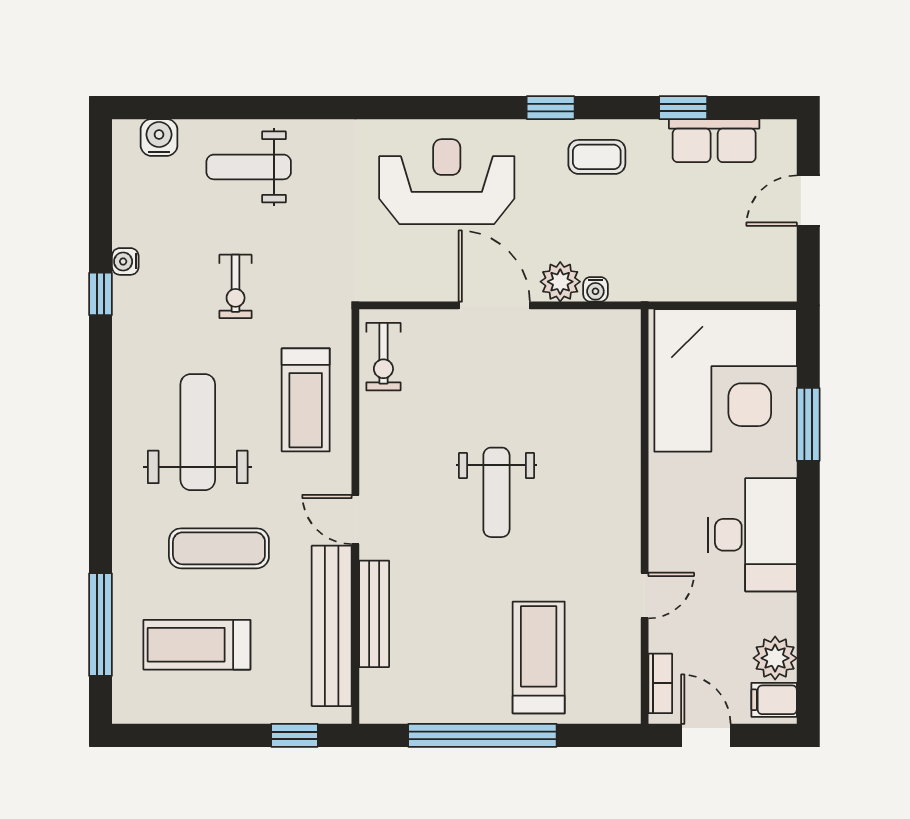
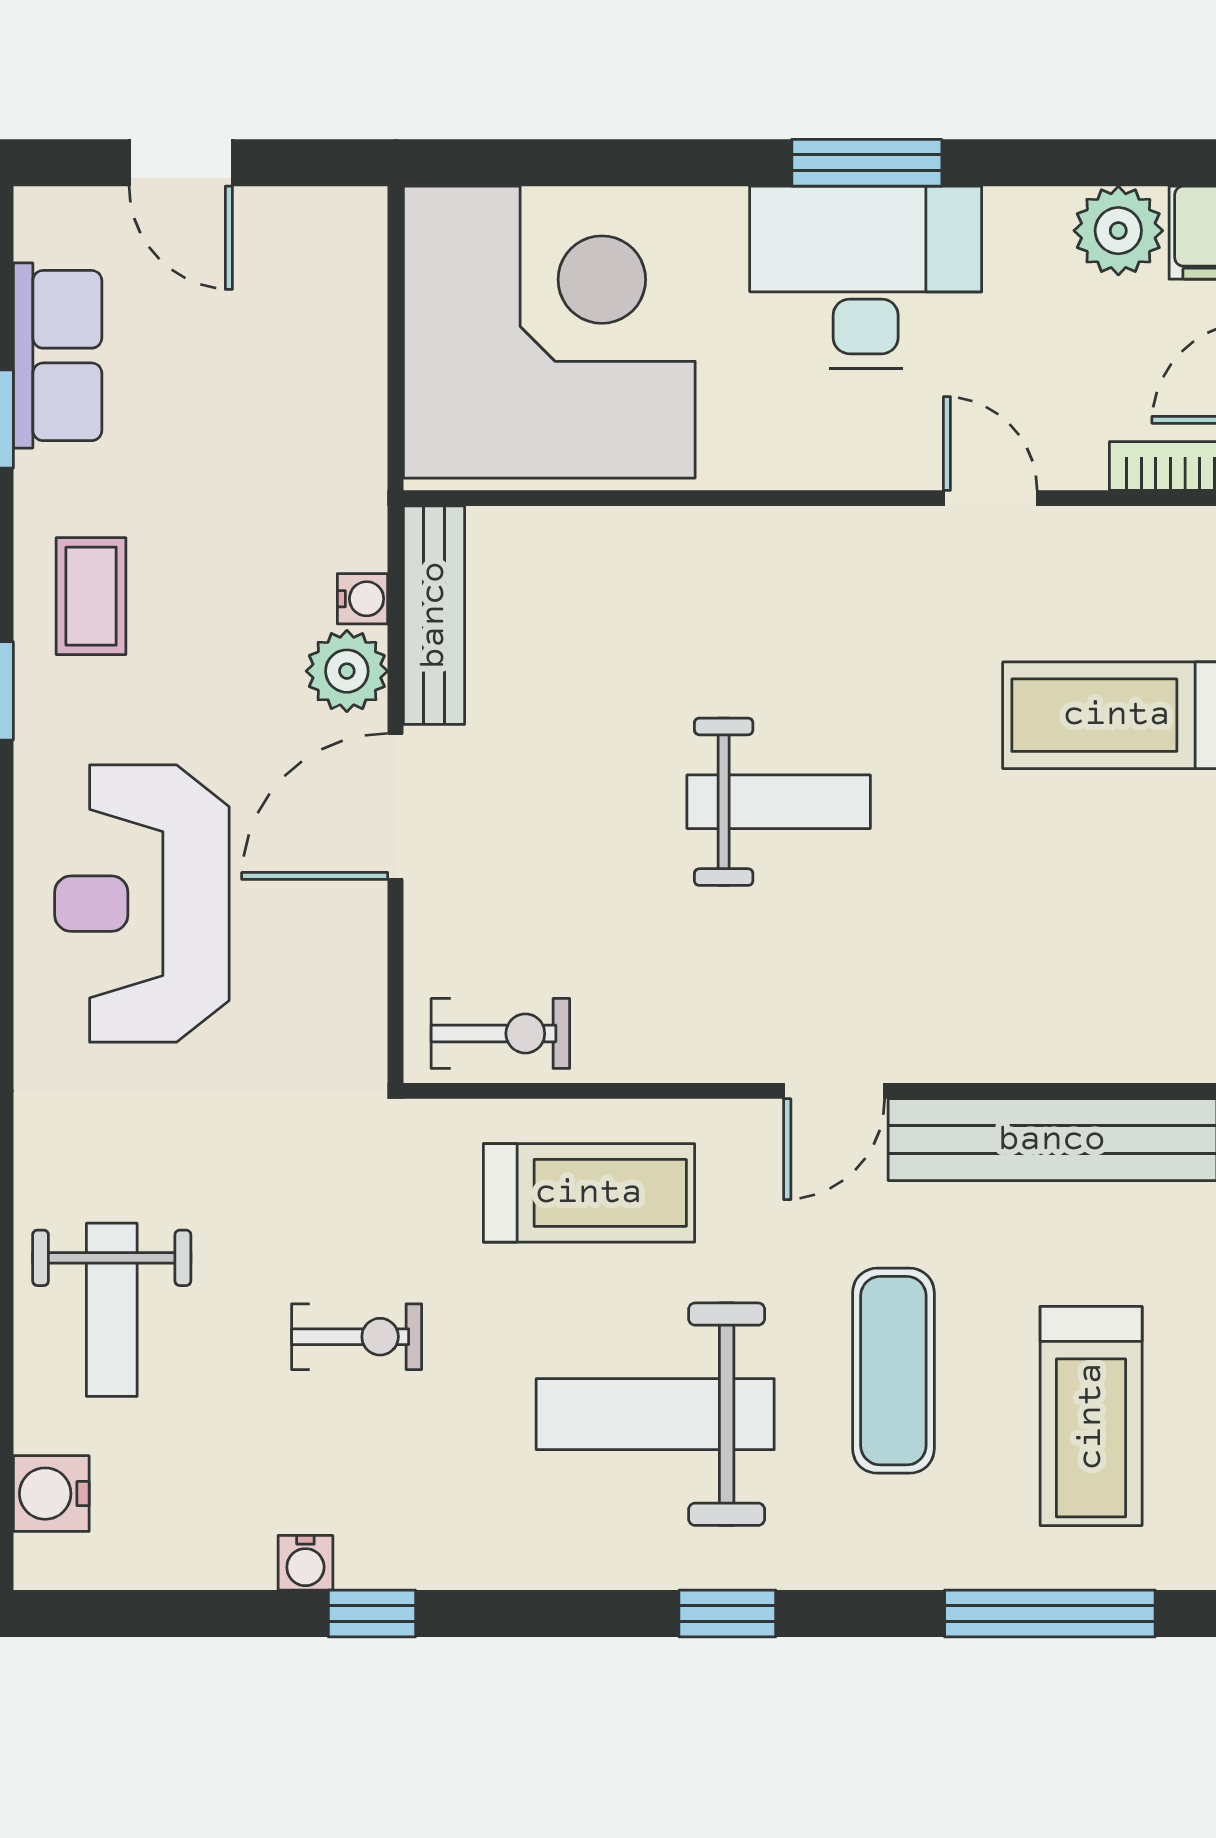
window: (808, 424) -> (867, 163), moved
window: (100, 467) -> (727, 1614), added
bench: (374, 614) -> (434, 615), moved, turned 90

